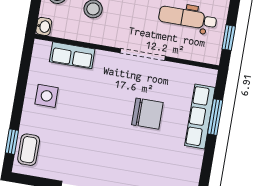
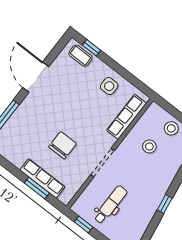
washbasin: (44, 26) -> (155, 108), removed
row of seats: (72, 55) -> (127, 117), width x1.48
chair: (147, 114) -> (63, 145), turned 180

